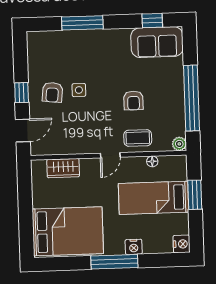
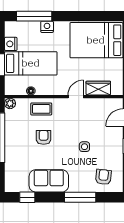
sofa: (157, 42) -> (49, 181), moved
armchair: (52, 92) -> (103, 177), moved
door: (110, 155) -> (76, 97), moved
nightstand: (182, 244) -> (11, 44), moved
window: (114, 262) -> (34, 16), moved

